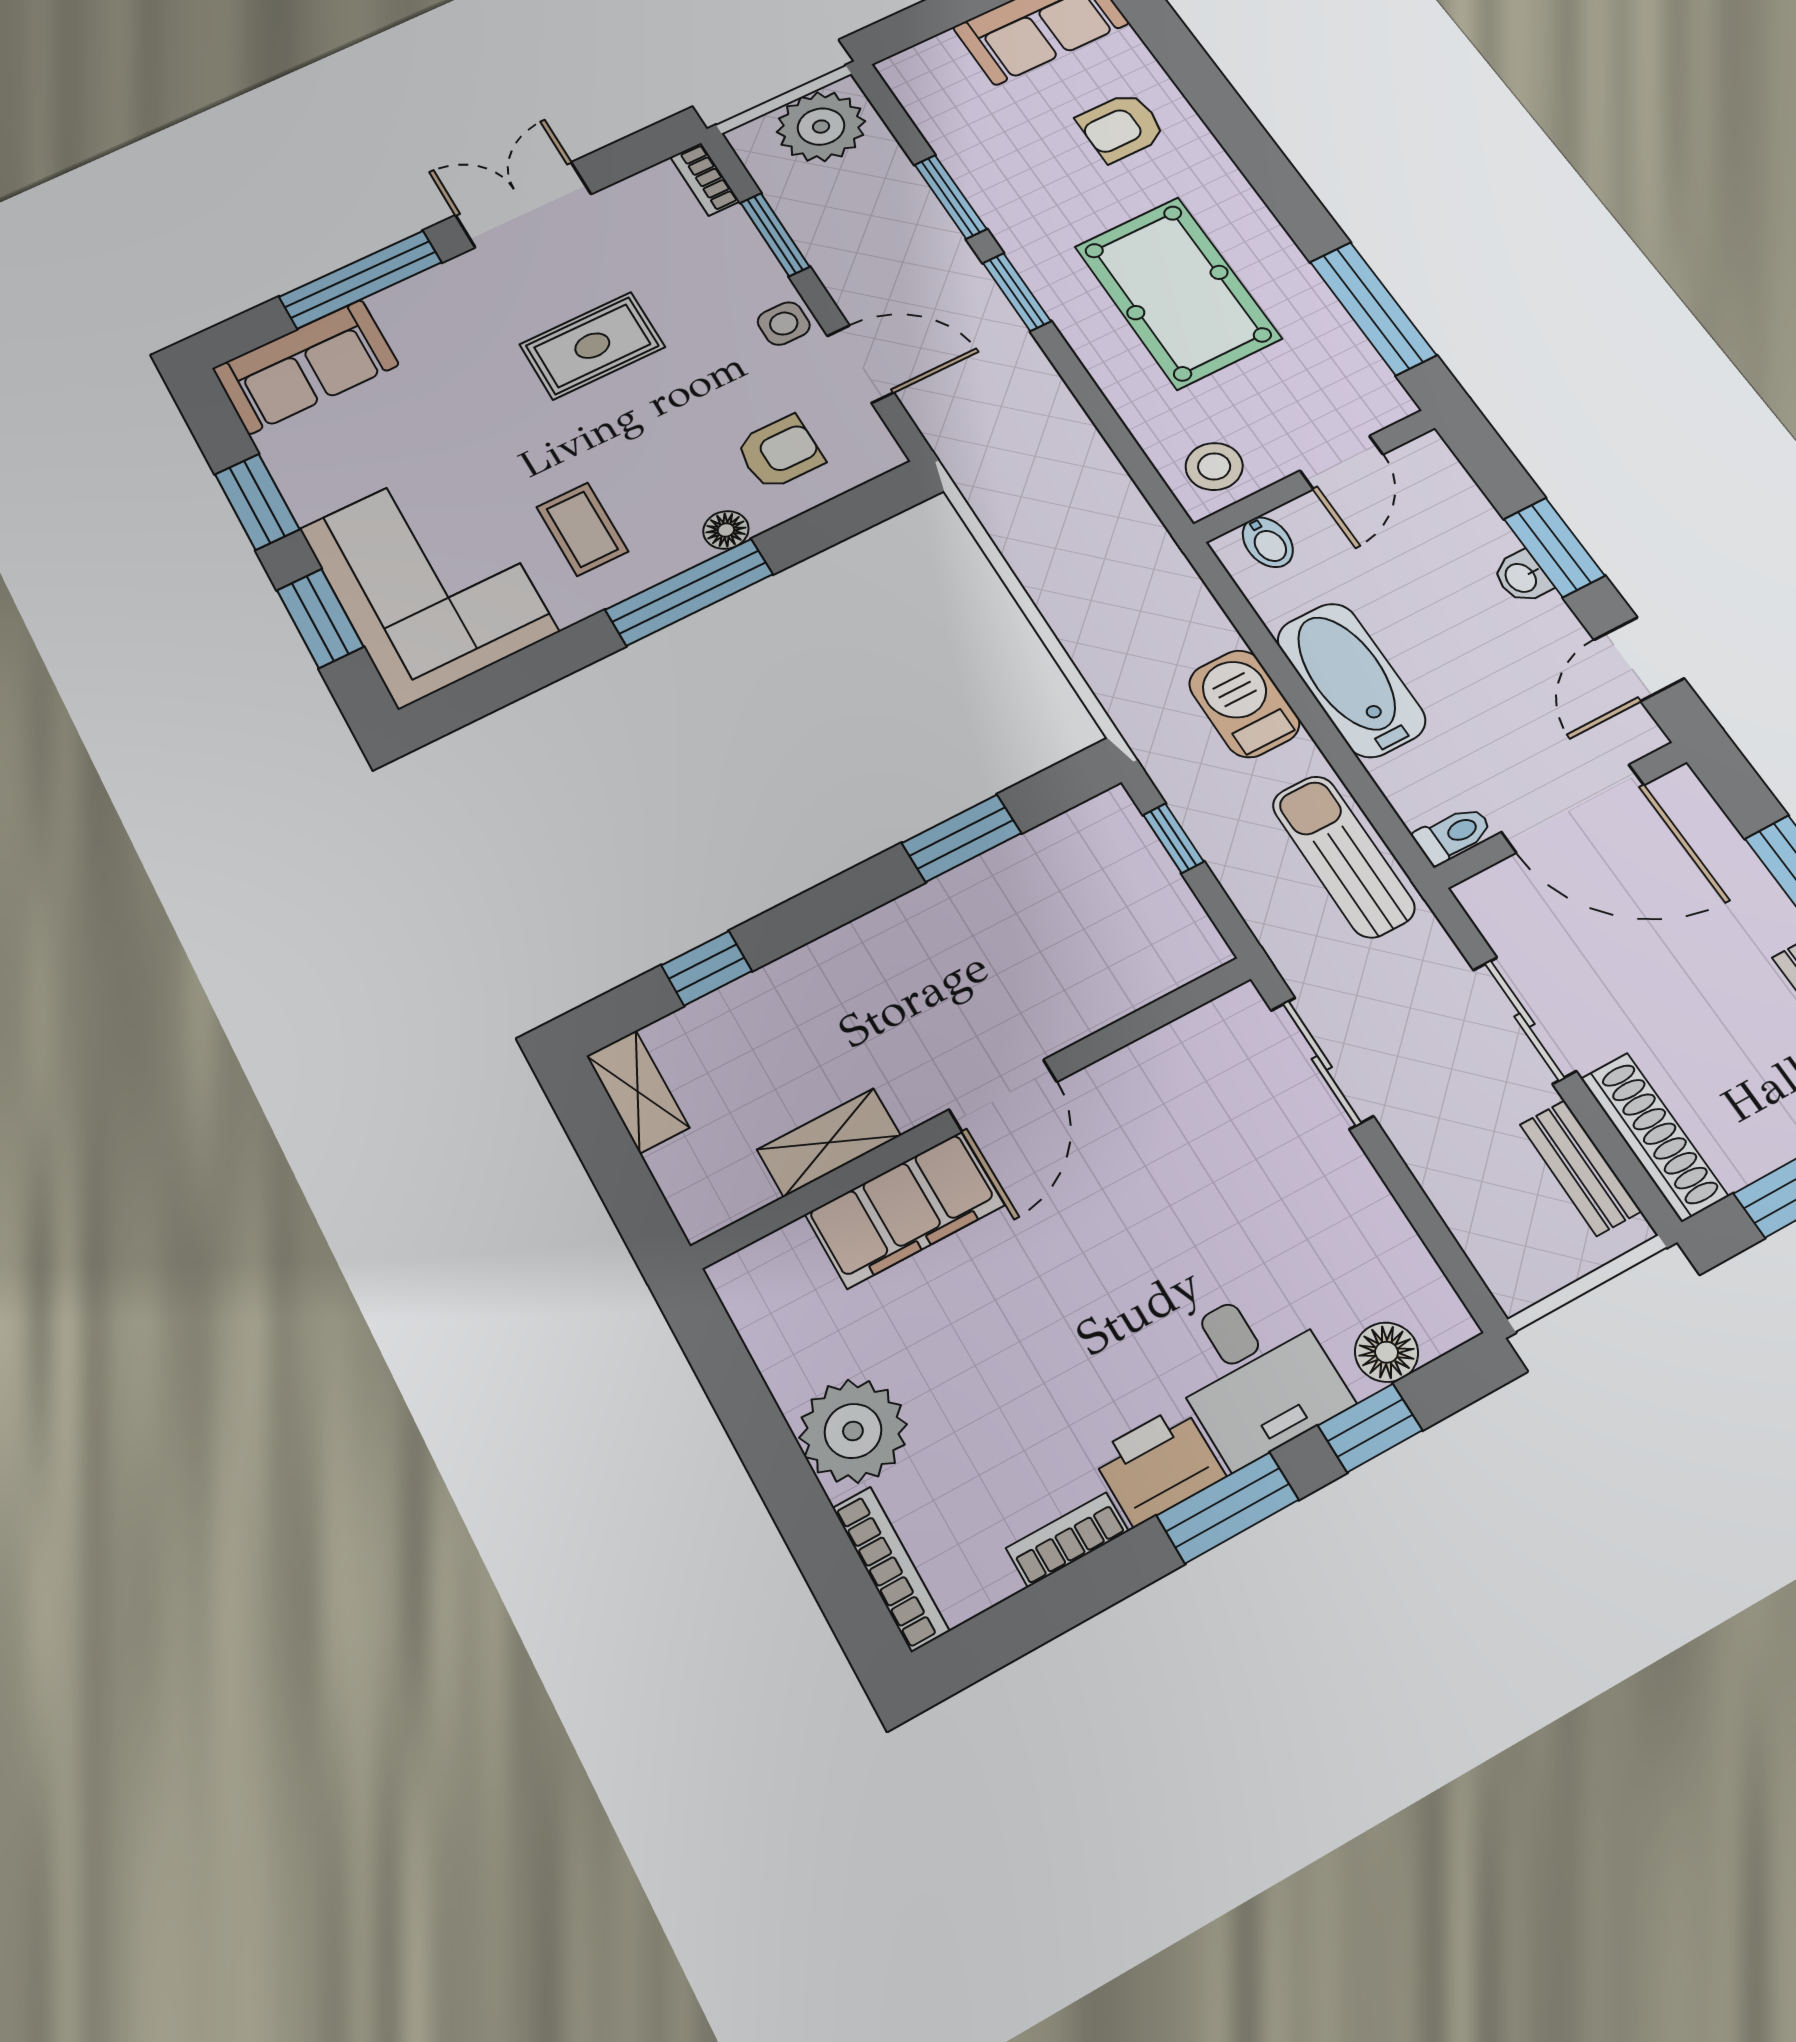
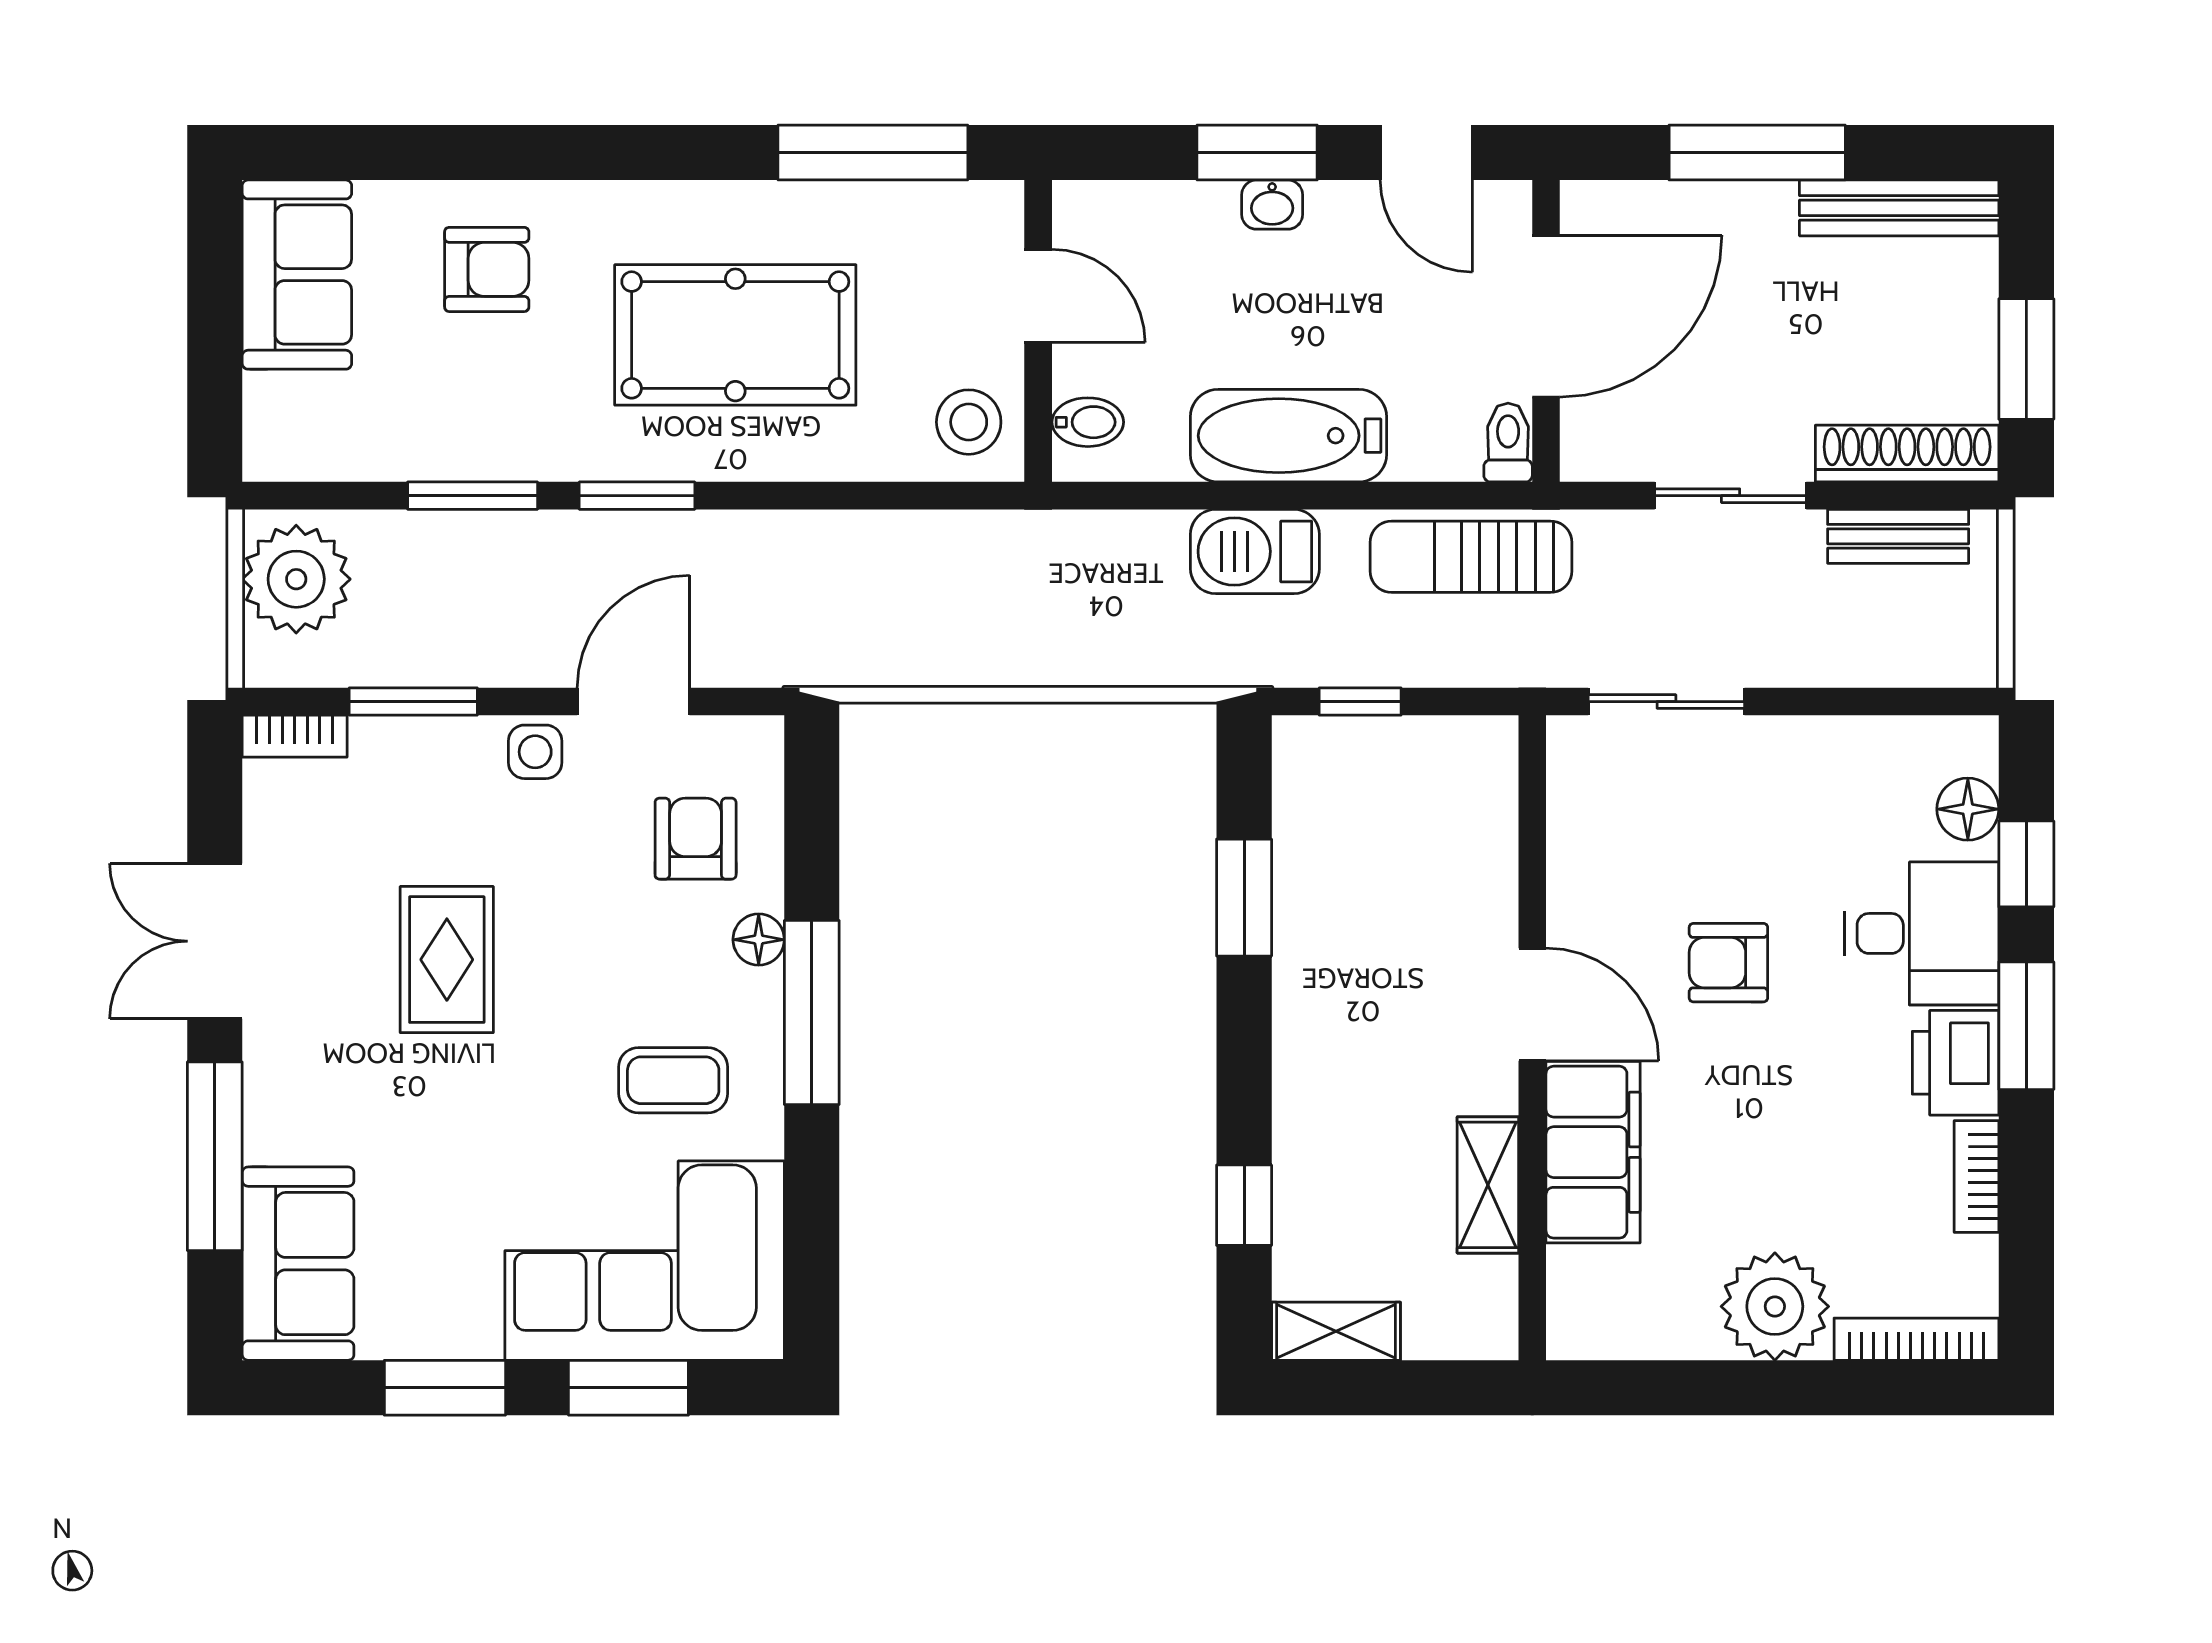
armchair: (1121, 127) -> (487, 269), turned -90
armchair: (1132, 1230) -> (1728, 963), added

